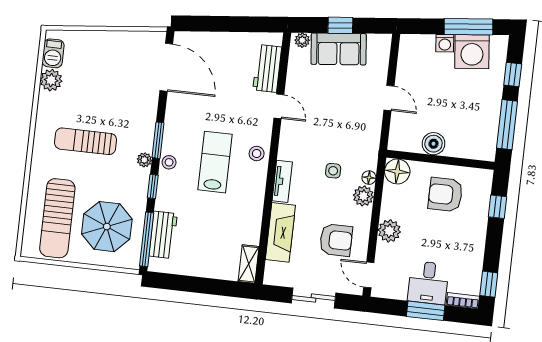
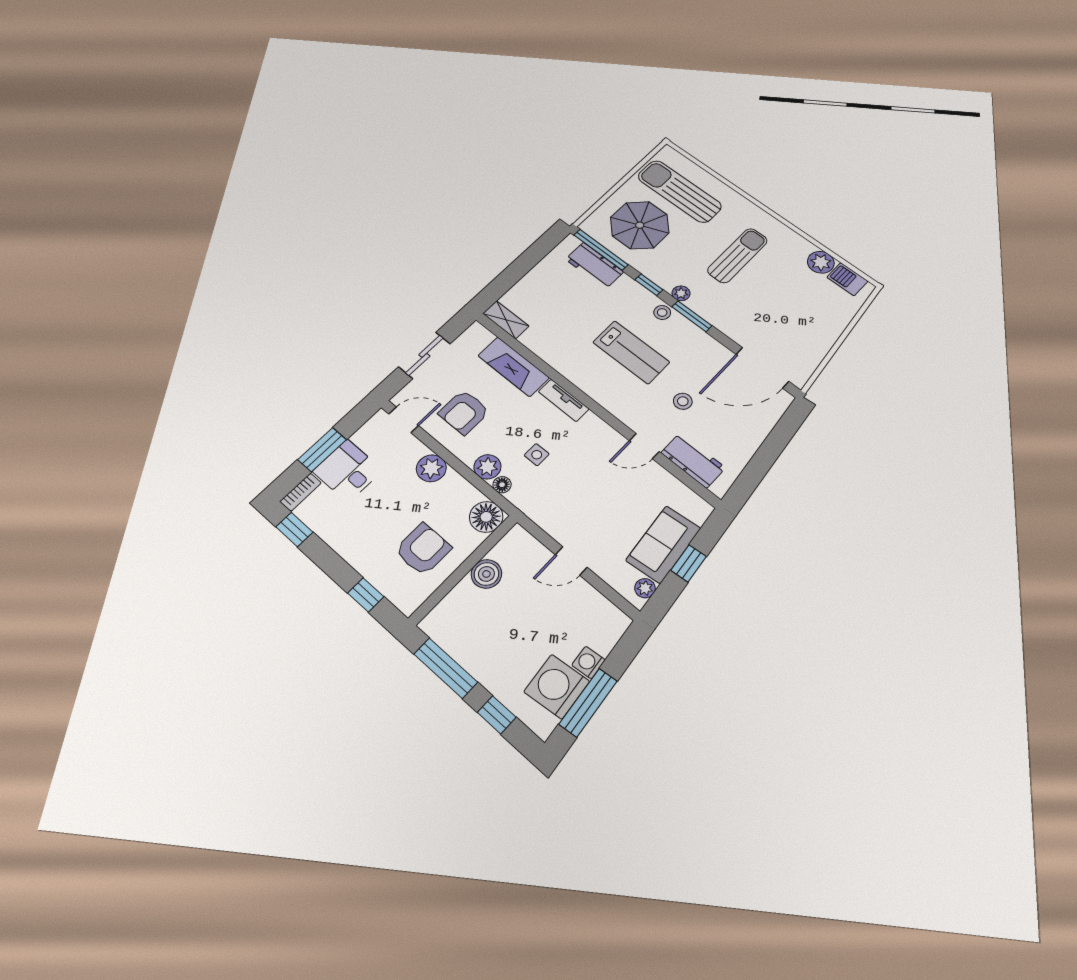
plant: (302, 40) -> (645, 588), moved
stool: (257, 153) -> (683, 401), moved

